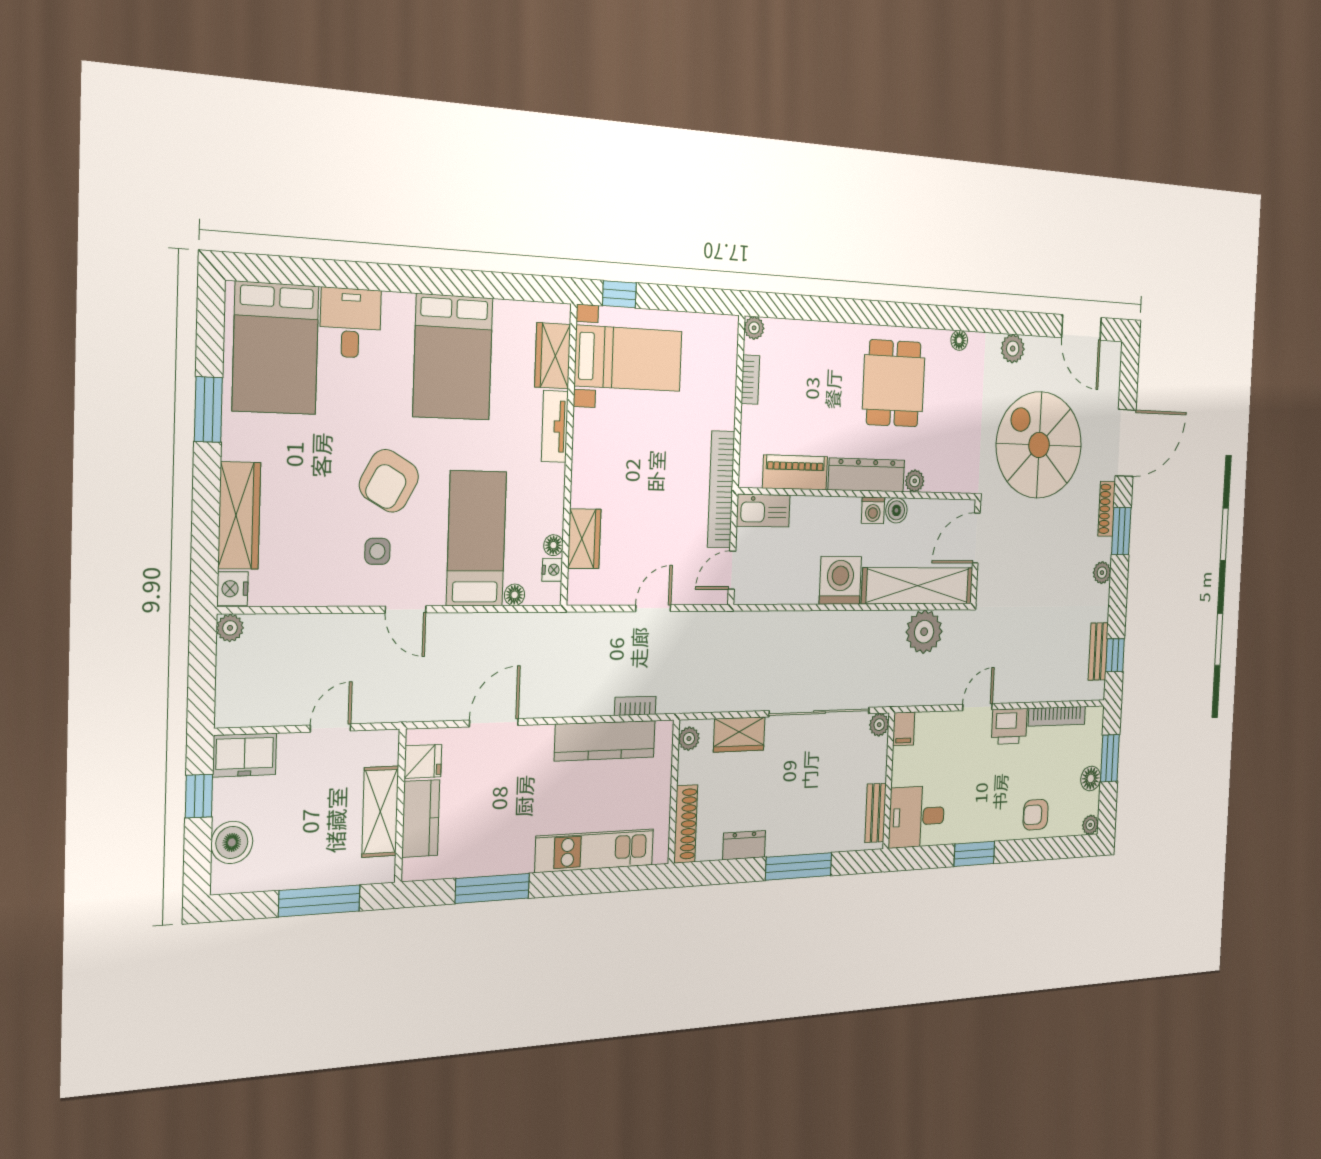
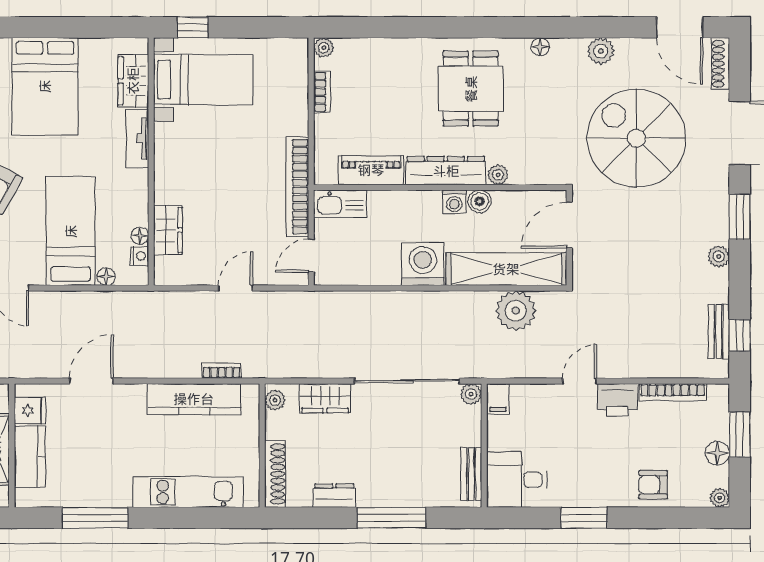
shoe rack: (1107, 509) -> (720, 64), moved

